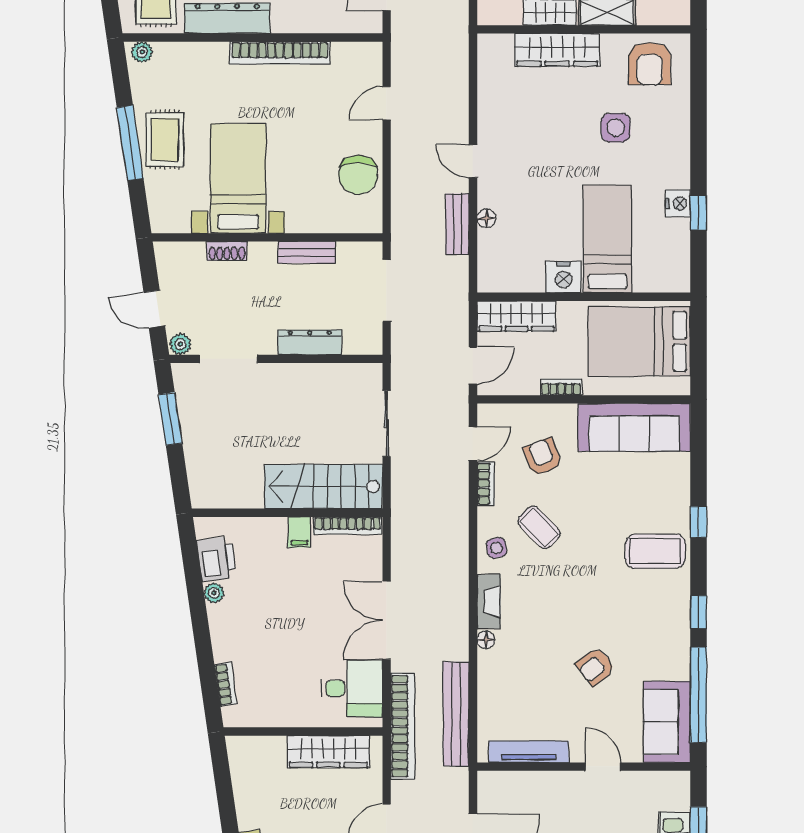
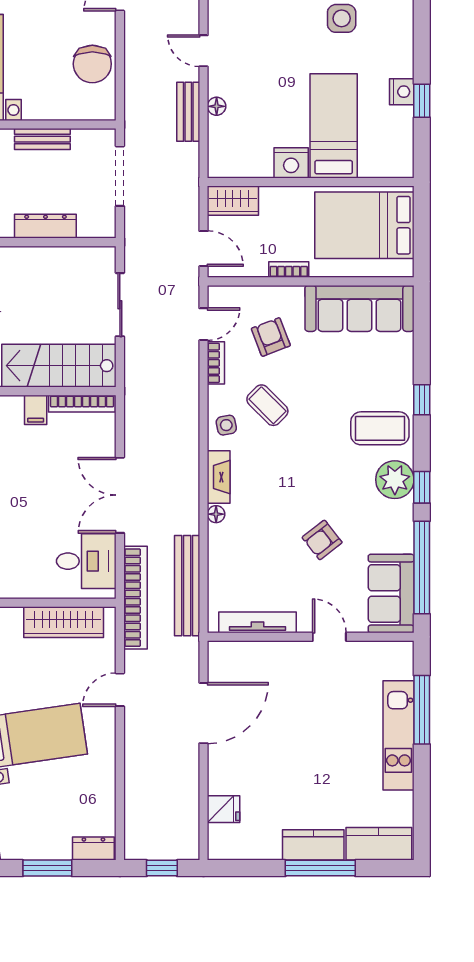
wardrobe: (516, 316) -> (233, 201), width x0.67
door: (473, 365) -> (203, 249), hinge flipped
plant: (671, 604) -> (395, 480), added

